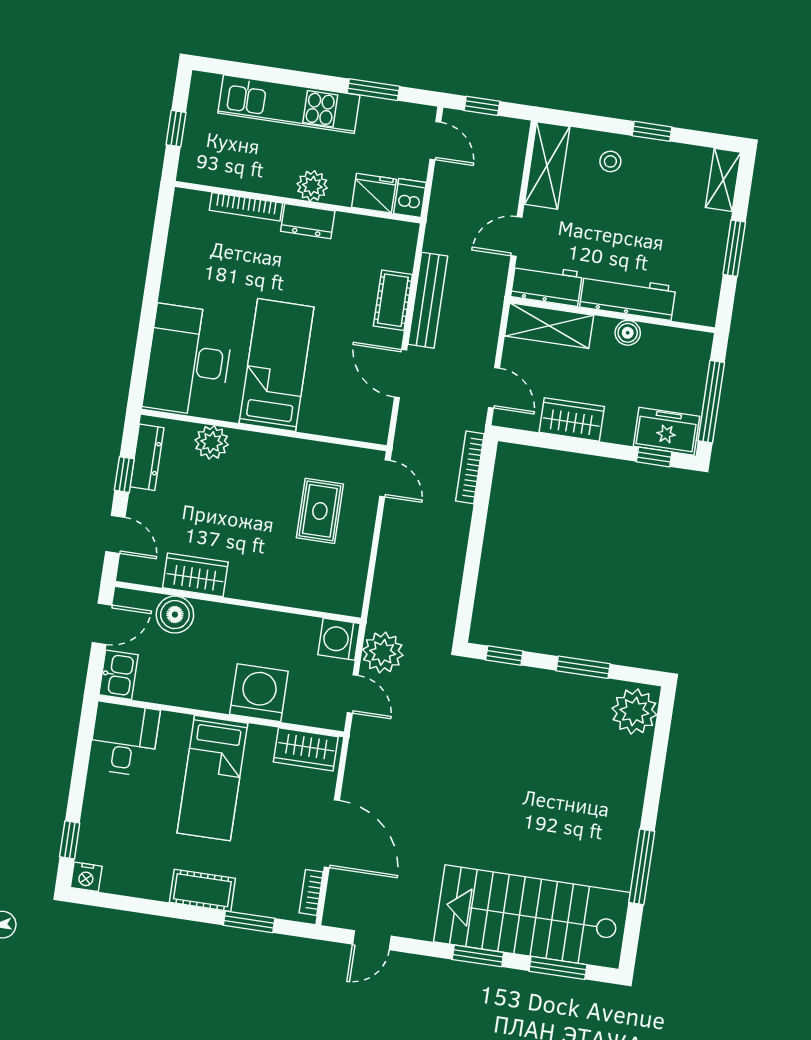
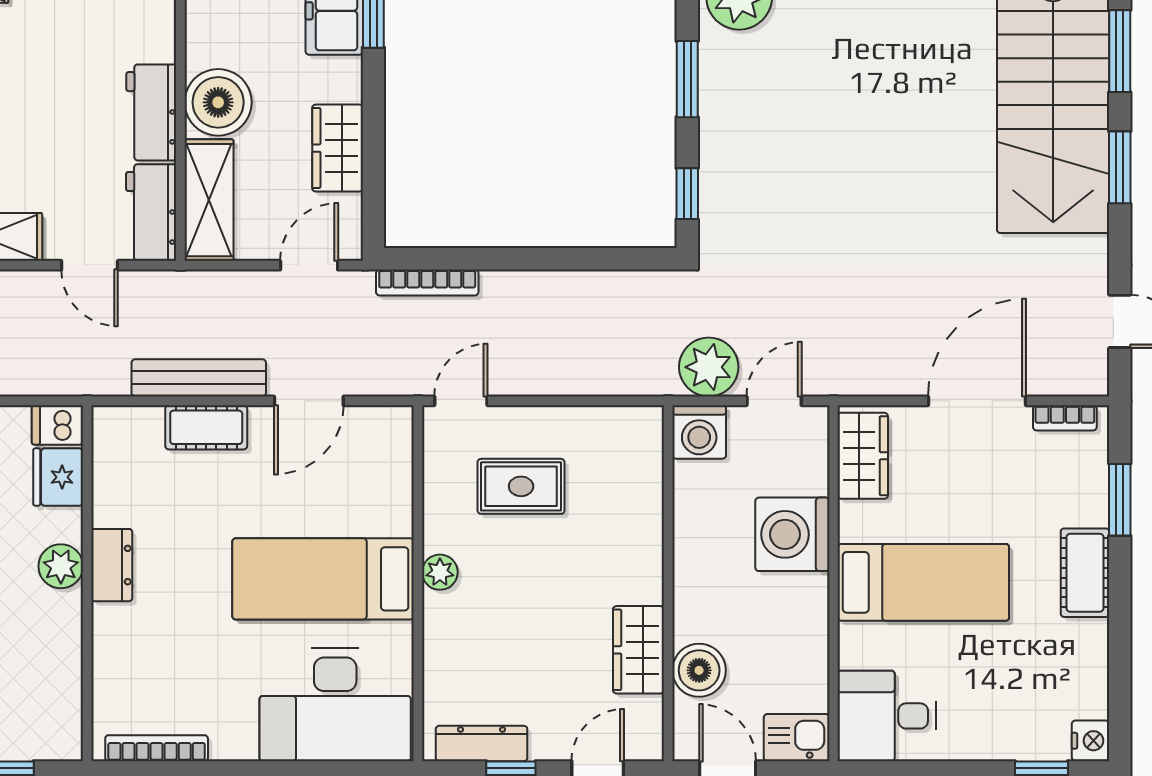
bookcase: (246, 207) -> (157, 748), moved, turned -90
workbench: (628, 297) -> (151, 112), width x0.73
boiler: (628, 333) -> (218, 102), width x1.86, depth x1.86
plant: (212, 442) -> (440, 572), moved, width x0.73, depth x0.73

